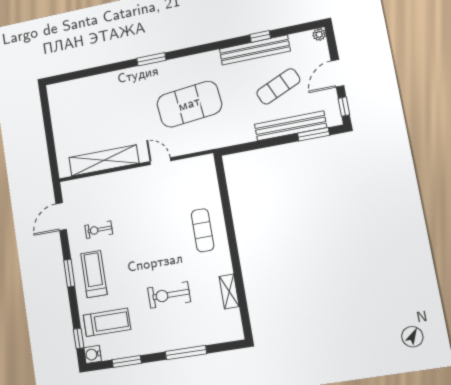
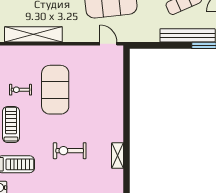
door: (160, 161) -> (108, 44), moved
exercise mat: (203, 230) -> (55, 90), moved, width x2.00, depth x1.45

